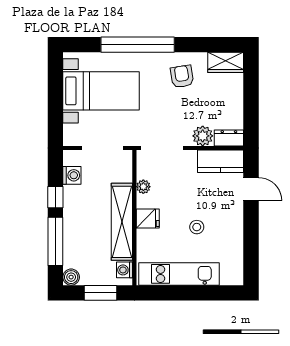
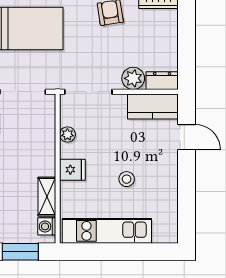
shelving: (122, 222) -> (47, 197), width x0.45, depth x0.75

